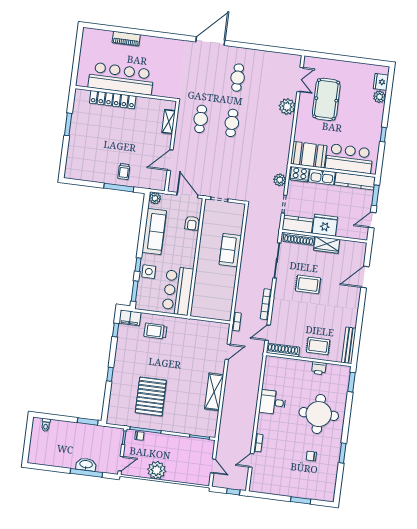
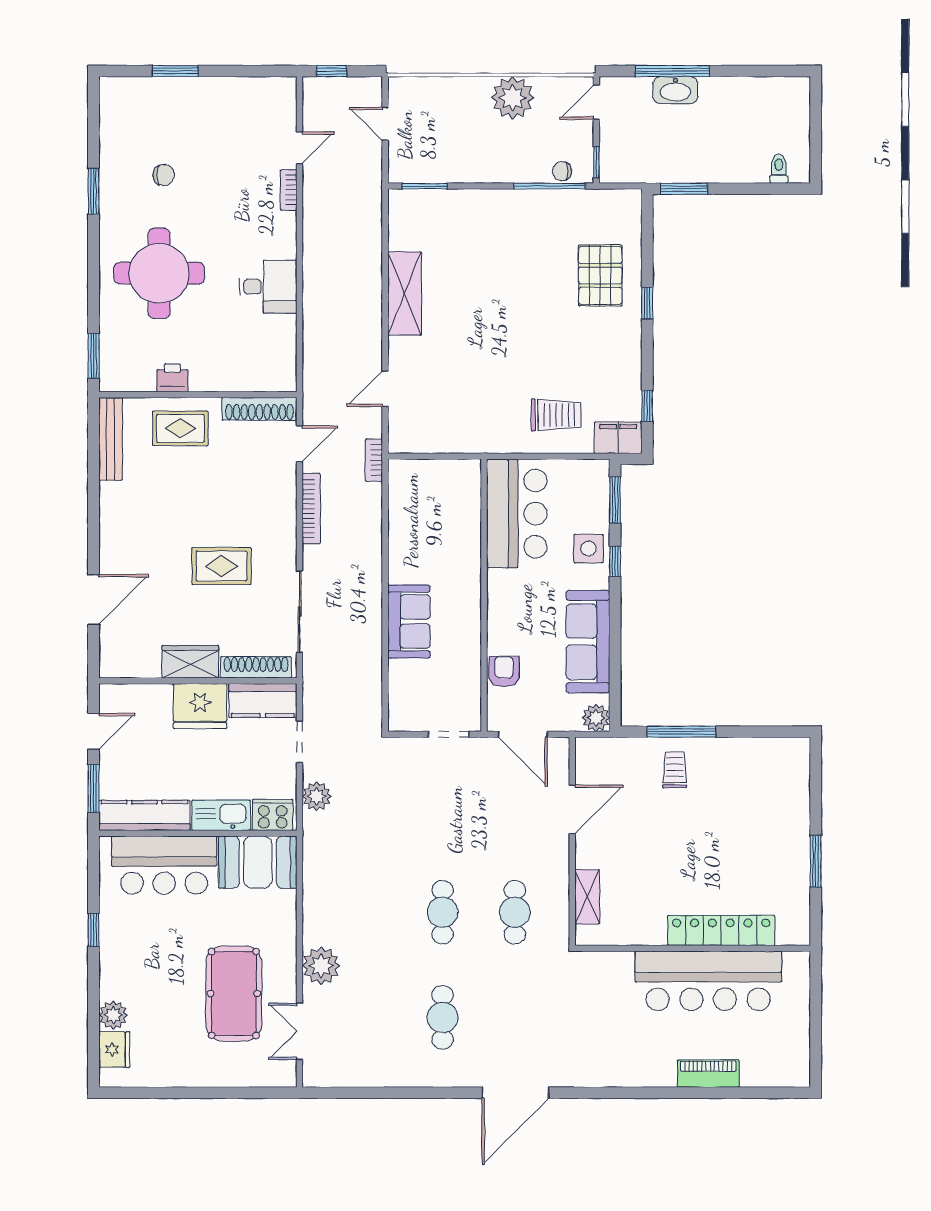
pallet: (151, 396) -> (600, 276), moved, width x0.73, depth x0.71

